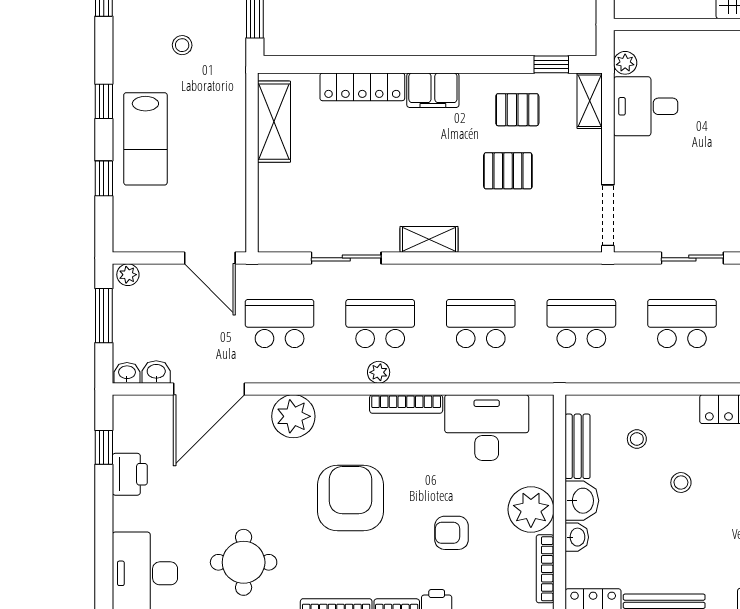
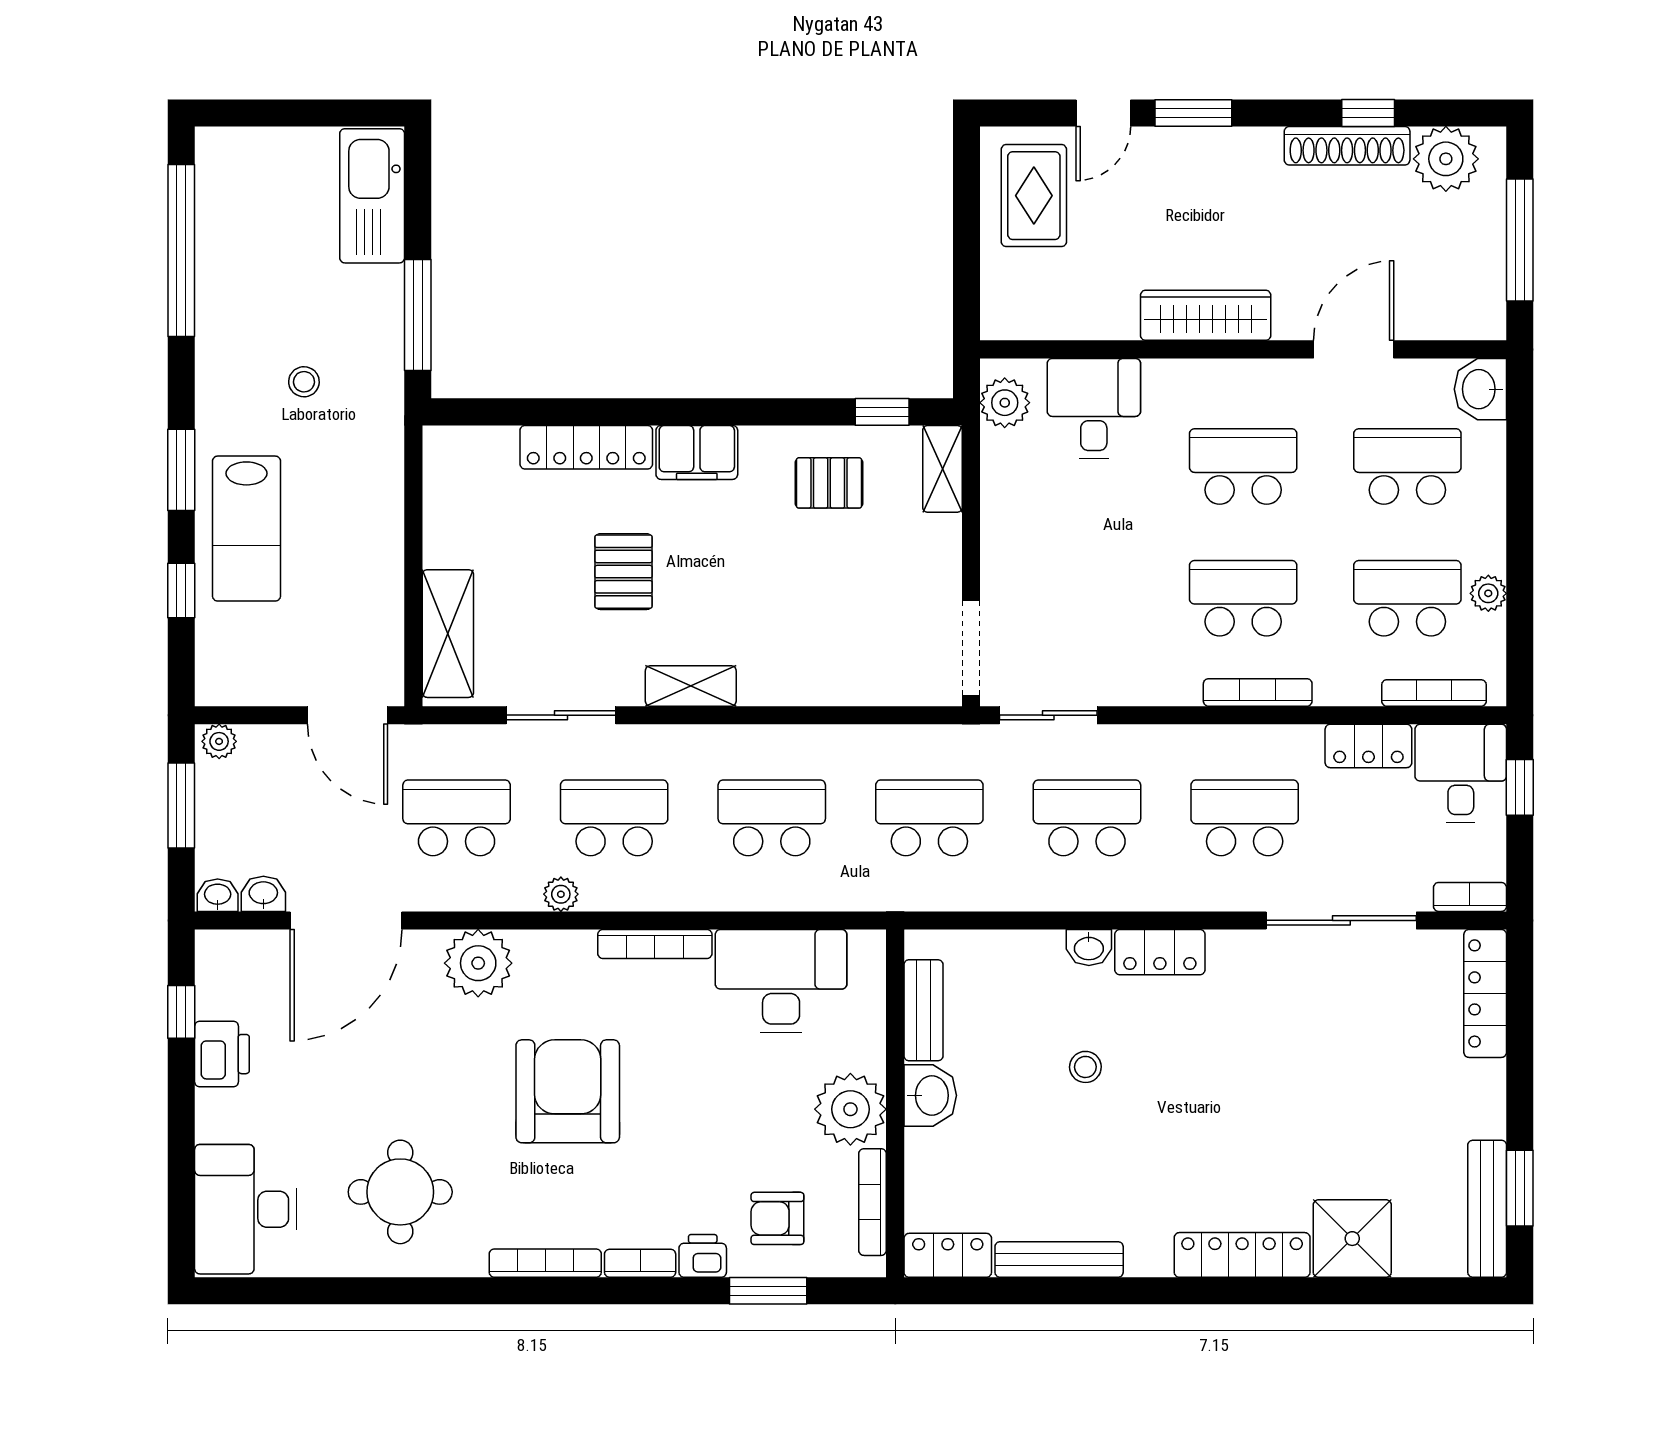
plant: (625, 63) -> (1005, 403), width x1.38, depth x1.38
window: (104, 101) -> (181, 470), width x1.50
desk: (646, 106) -> (1094, 408), moved, turned 90
shelving: (274, 122) -> (448, 634), moved
pallet: (508, 171) -> (624, 572), moved, turned 90
sliding door: (692, 258) -> (1048, 715), moved
plant: (379, 372) -> (561, 894), moved
stool: (637, 439) -> (1016, 999), removed
armchair: (452, 533) -> (777, 1218), moved
washbasin: (577, 537) -> (1089, 948), moved, turned 90

